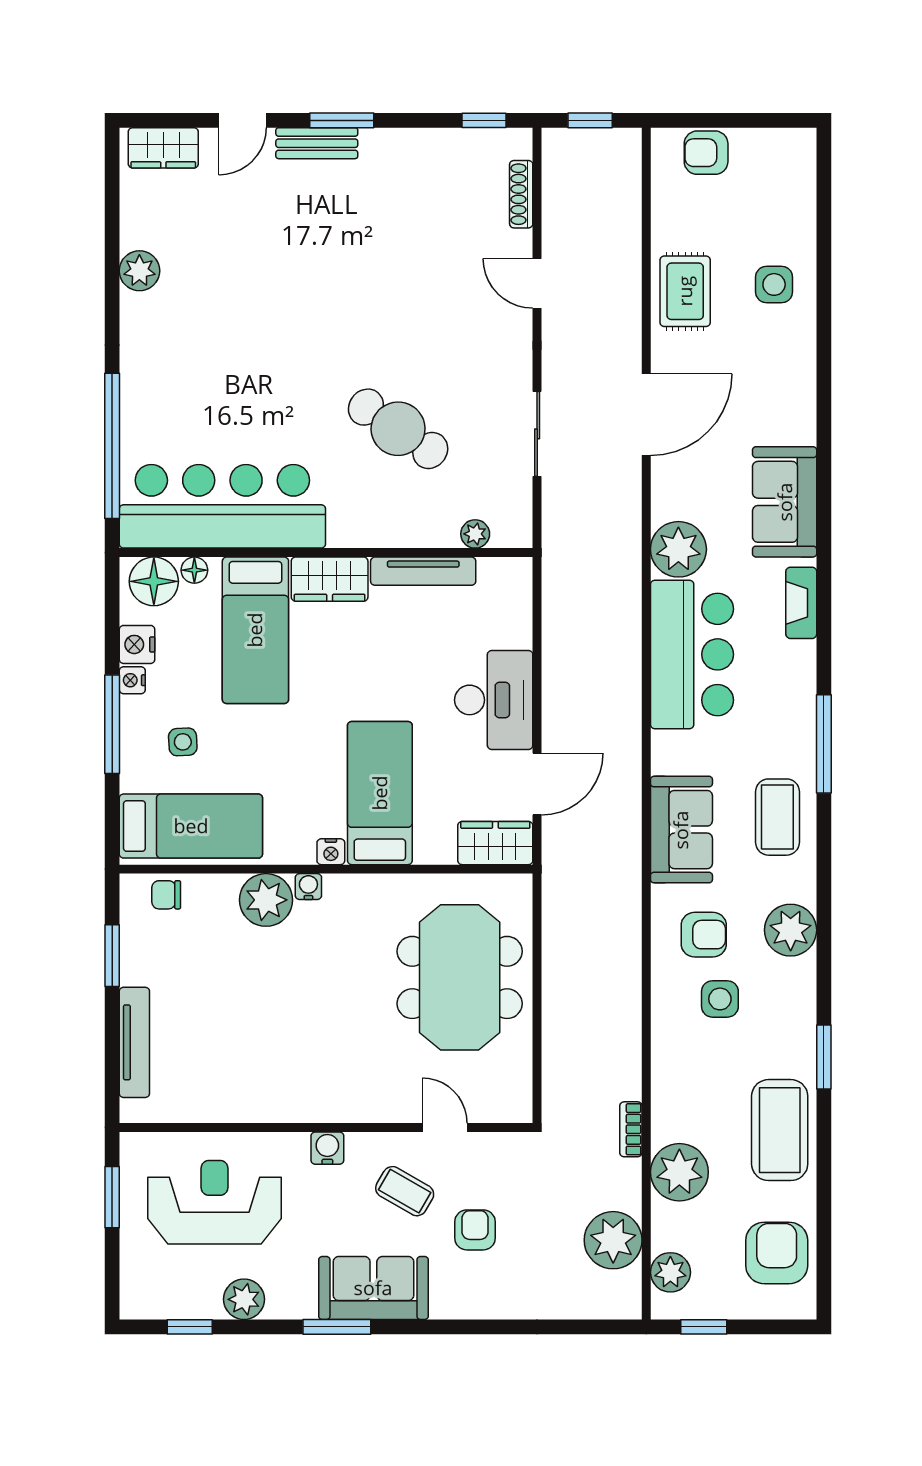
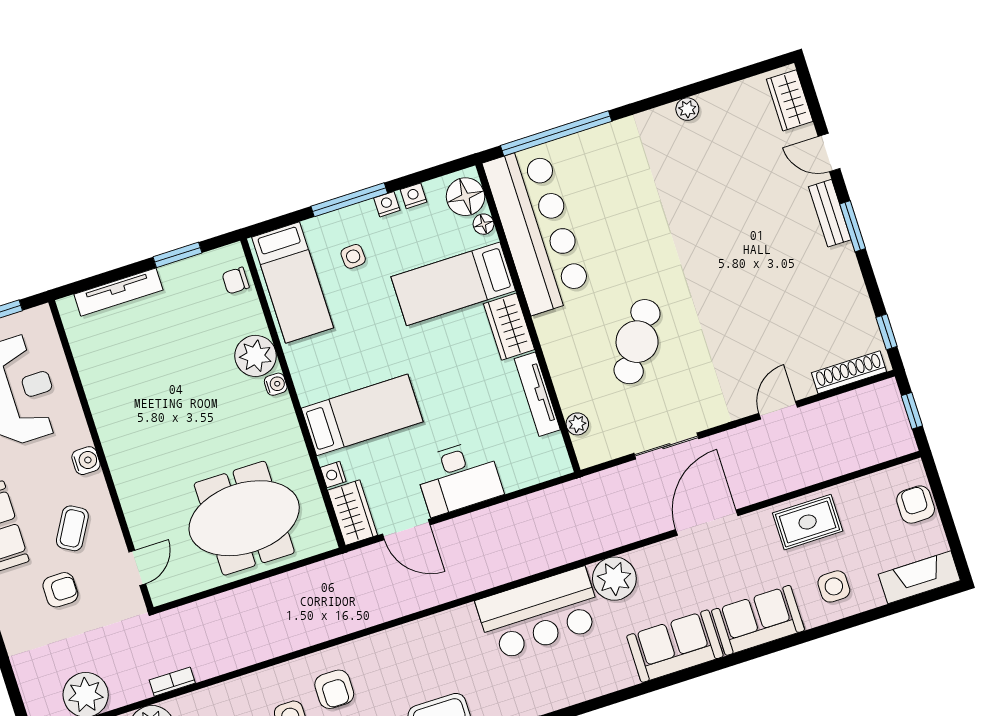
shoe rack: (521, 194) -> (849, 372), width x1.36, depth x1.24
plant: (139, 271) -> (687, 109), width x0.73, depth x0.73
door: (646, 415) -> (707, 523), swing flipped
fireplace: (801, 603) -> (919, 577), moved, width x1.37, depth x1.32
nightstand: (137, 644) -> (413, 196), width x0.72, depth x0.74
sofa: (681, 830) -> (758, 620), moved, turned 180
nightstand: (331, 852) -> (333, 475), moved
chair: (166, 895) -> (236, 281), turned -90
door: (445, 1127) -> (137, 568), moved

